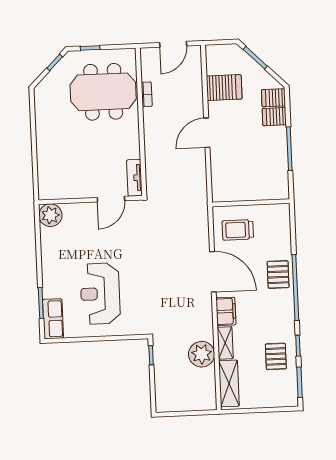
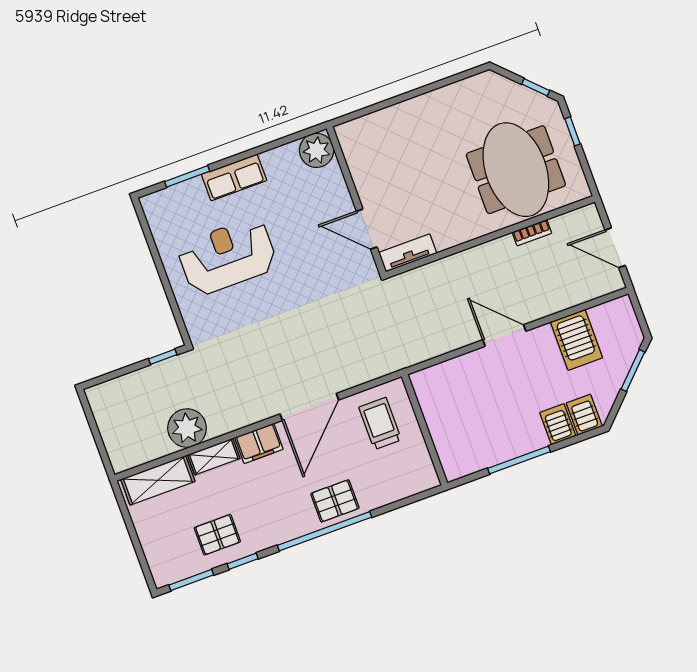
row of seats: (53, 319) -> (234, 177), moved

